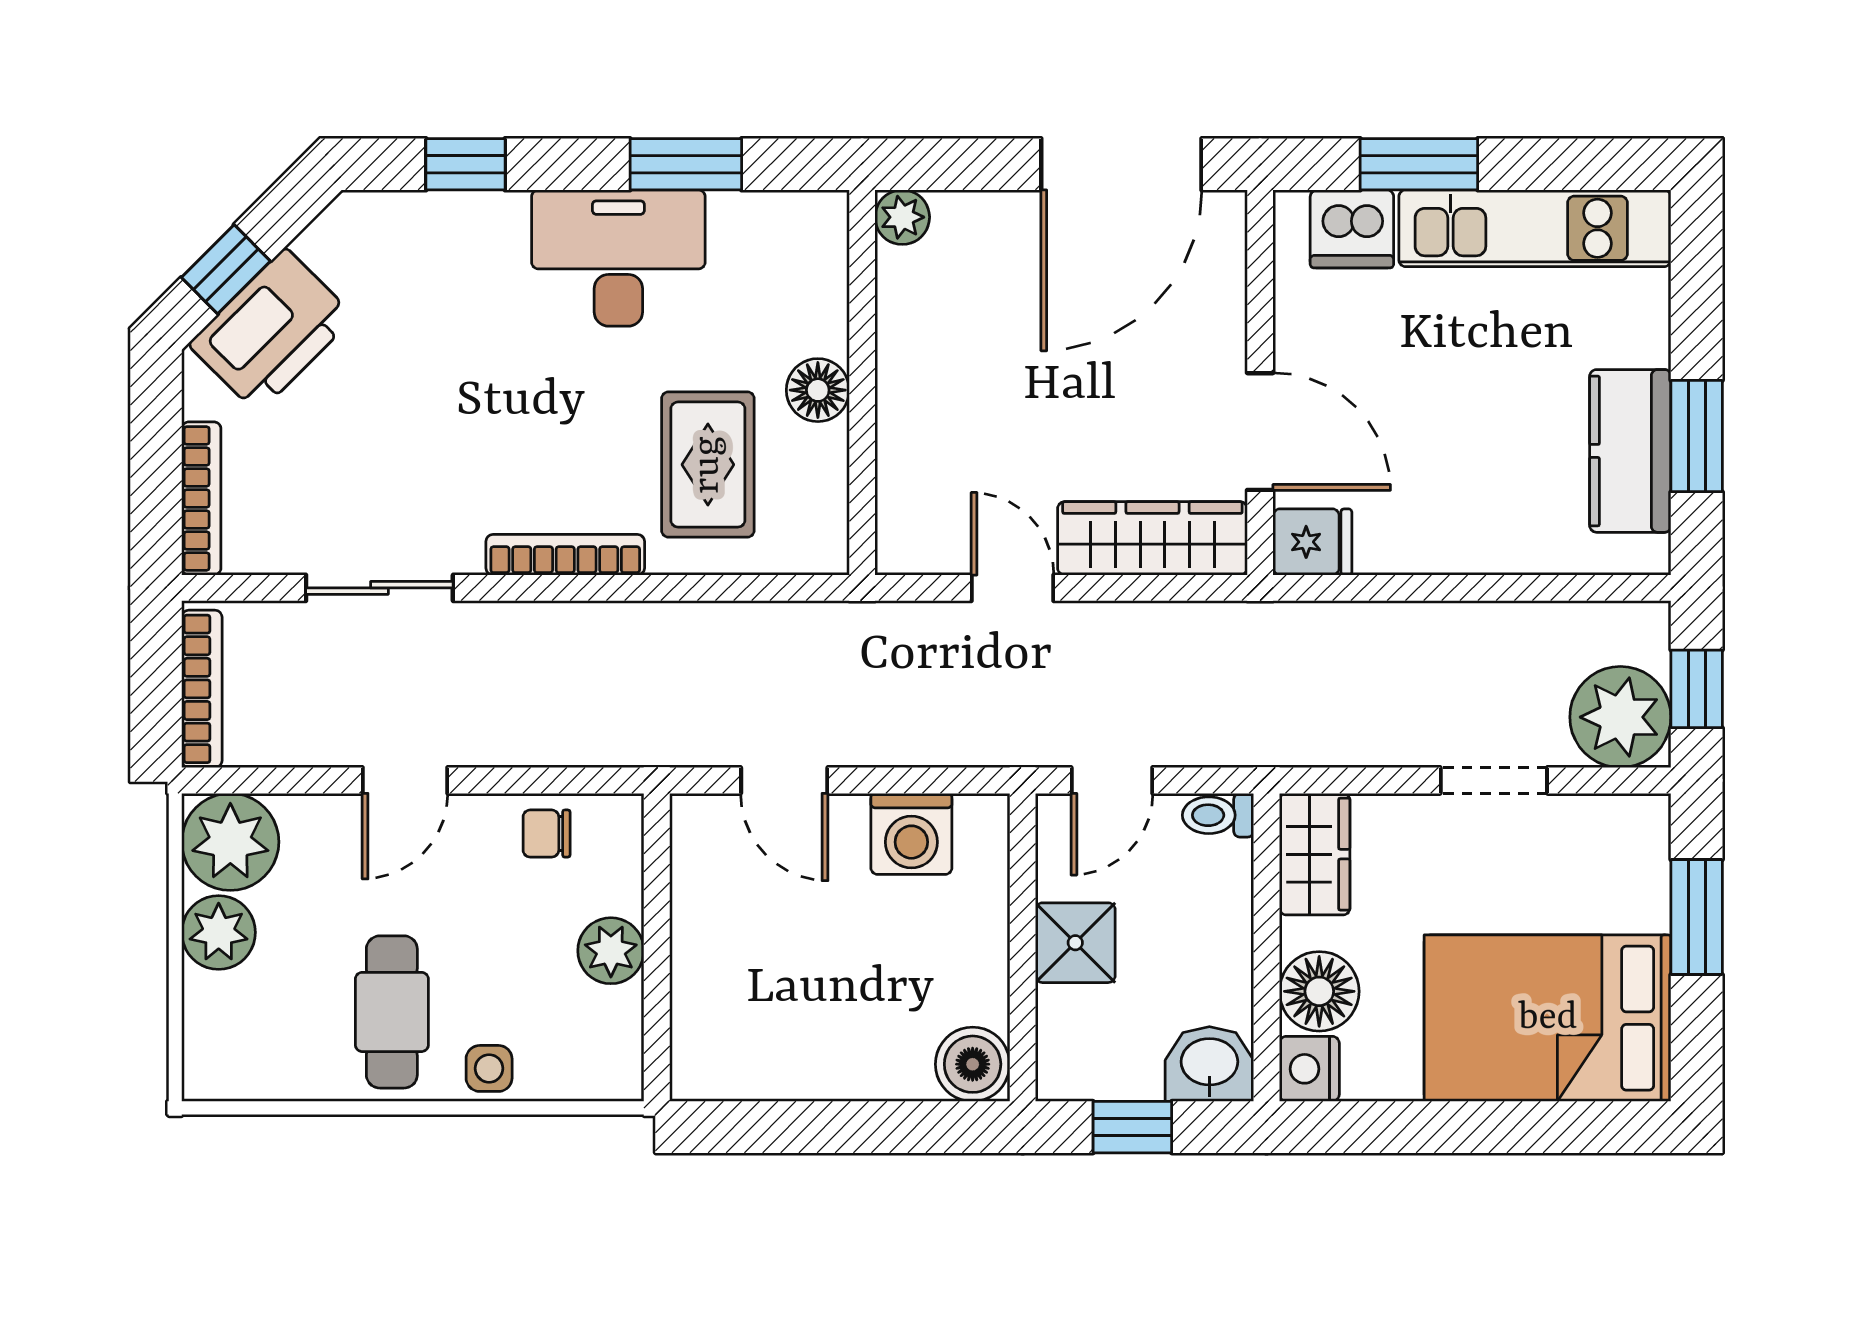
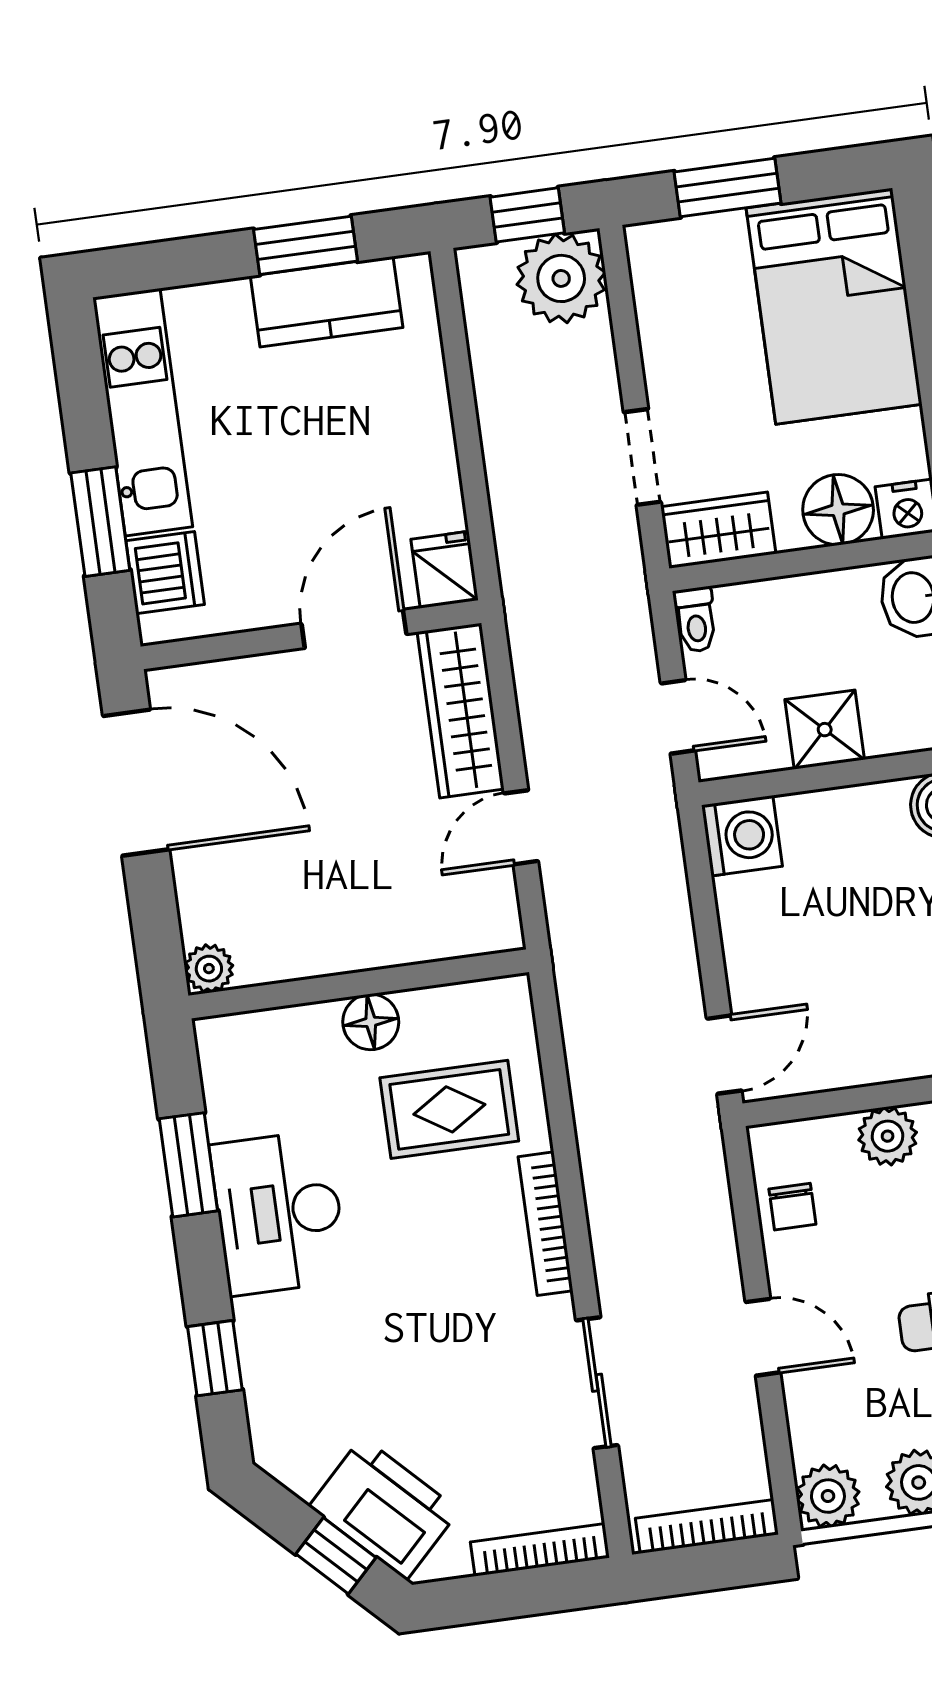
door: (784, 780) -> (724, 1055), moved
doorway: (1494, 780) -> (642, 457), moved
washing machine: (911, 834) -> (742, 836), moved
plant: (230, 842) -> (828, 1496), width x0.73, depth x0.73

